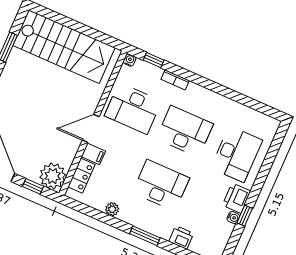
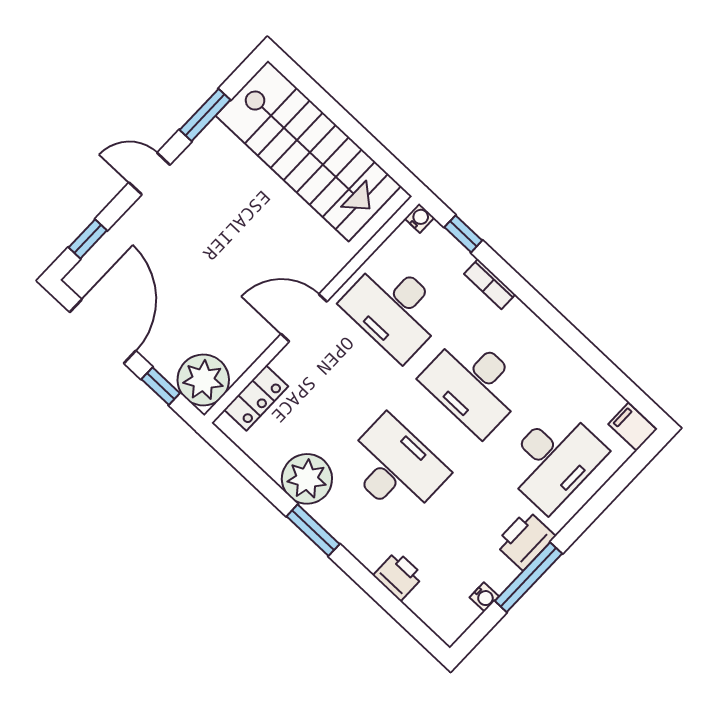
desk: (185, 131) -> (474, 384), turned 180
filing cabinet: (93, 154) -> (633, 427), moved, turned 180
plant: (112, 209) -> (307, 479), width x1.88, depth x1.88
window: (245, 216) -> (528, 577), width x2.17
water cooler: (233, 218) -> (484, 597), moved
window: (145, 236) -> (313, 530), moved

